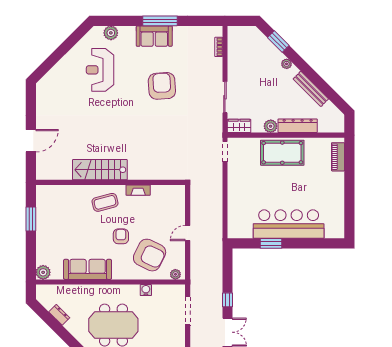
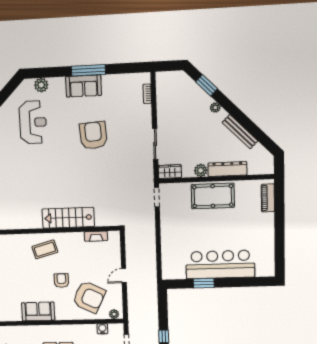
reception desk: (100, 70) -> (33, 122), turned 180
stairs: (100, 170) -> (68, 218), moved
fireplace: (138, 190) -> (96, 236), moved
sofa: (88, 269) -> (38, 311), width x0.73
water cooler: (146, 290) -> (102, 329), moved

